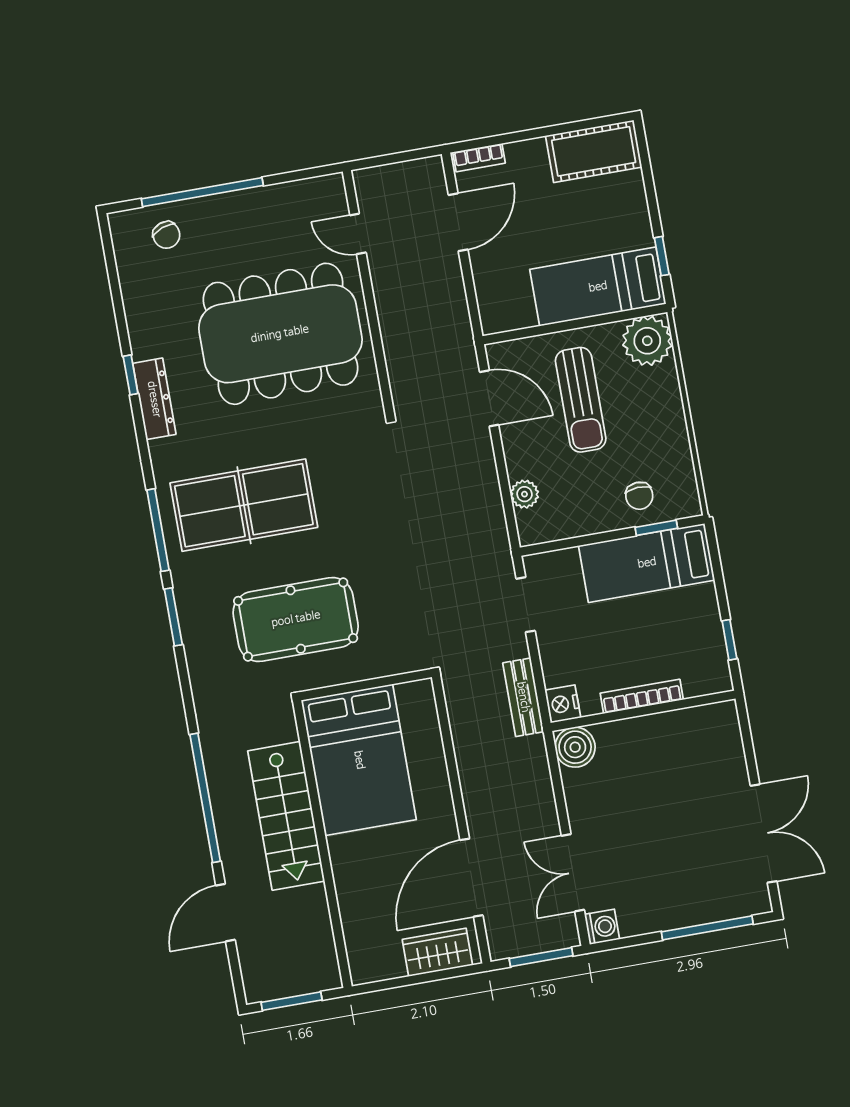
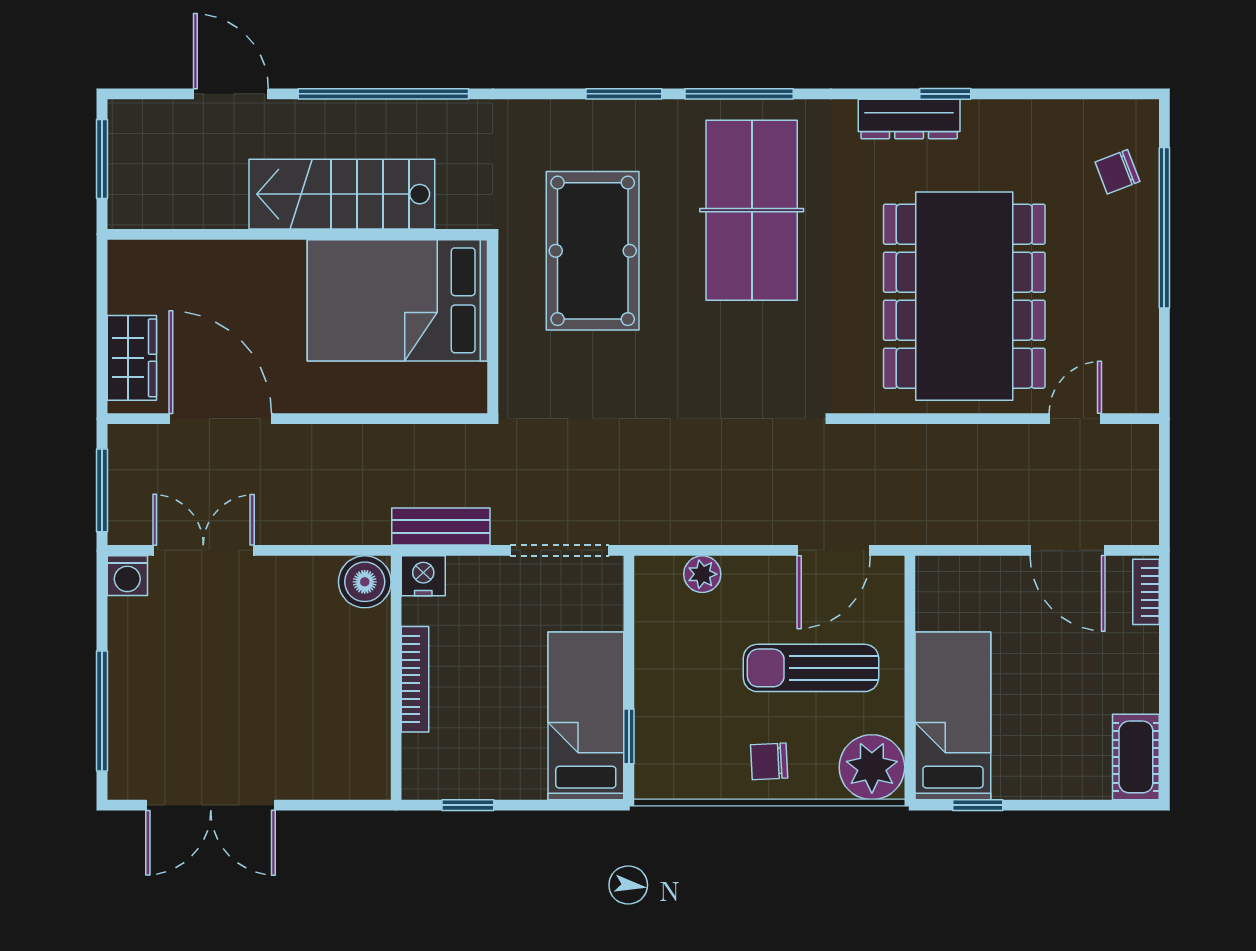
cot: (594, 151) -> (1136, 757), width x0.73, depth x0.75
chair: (639, 496) -> (769, 761), moved
doorway: (526, 605) -> (560, 550), width x1.38

